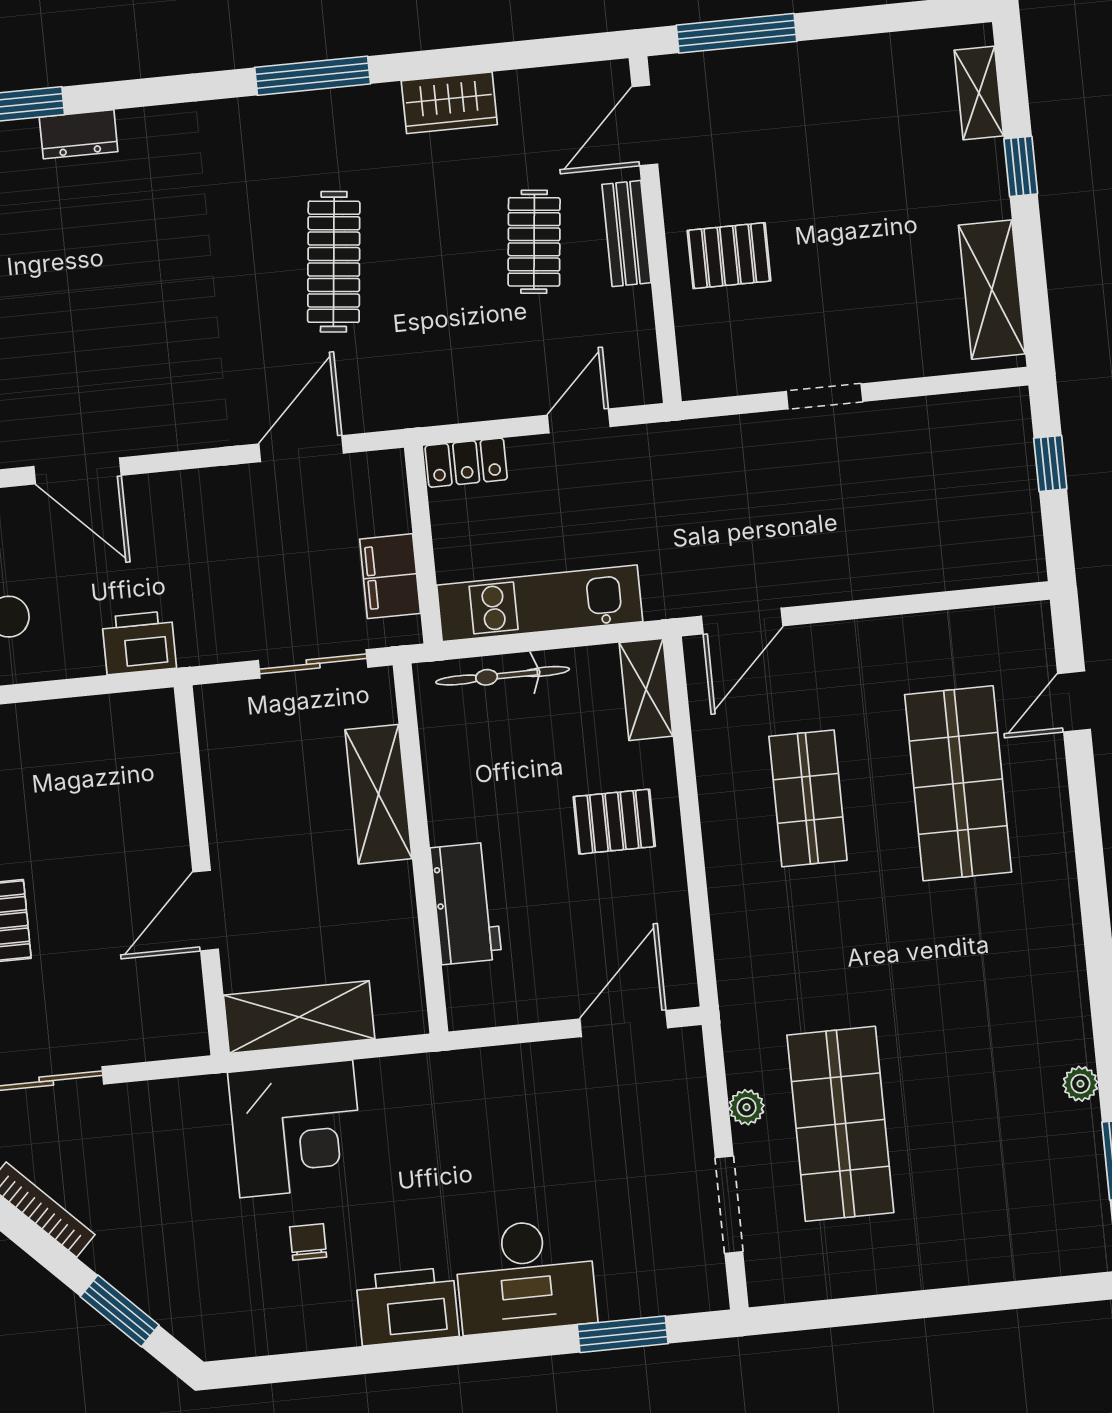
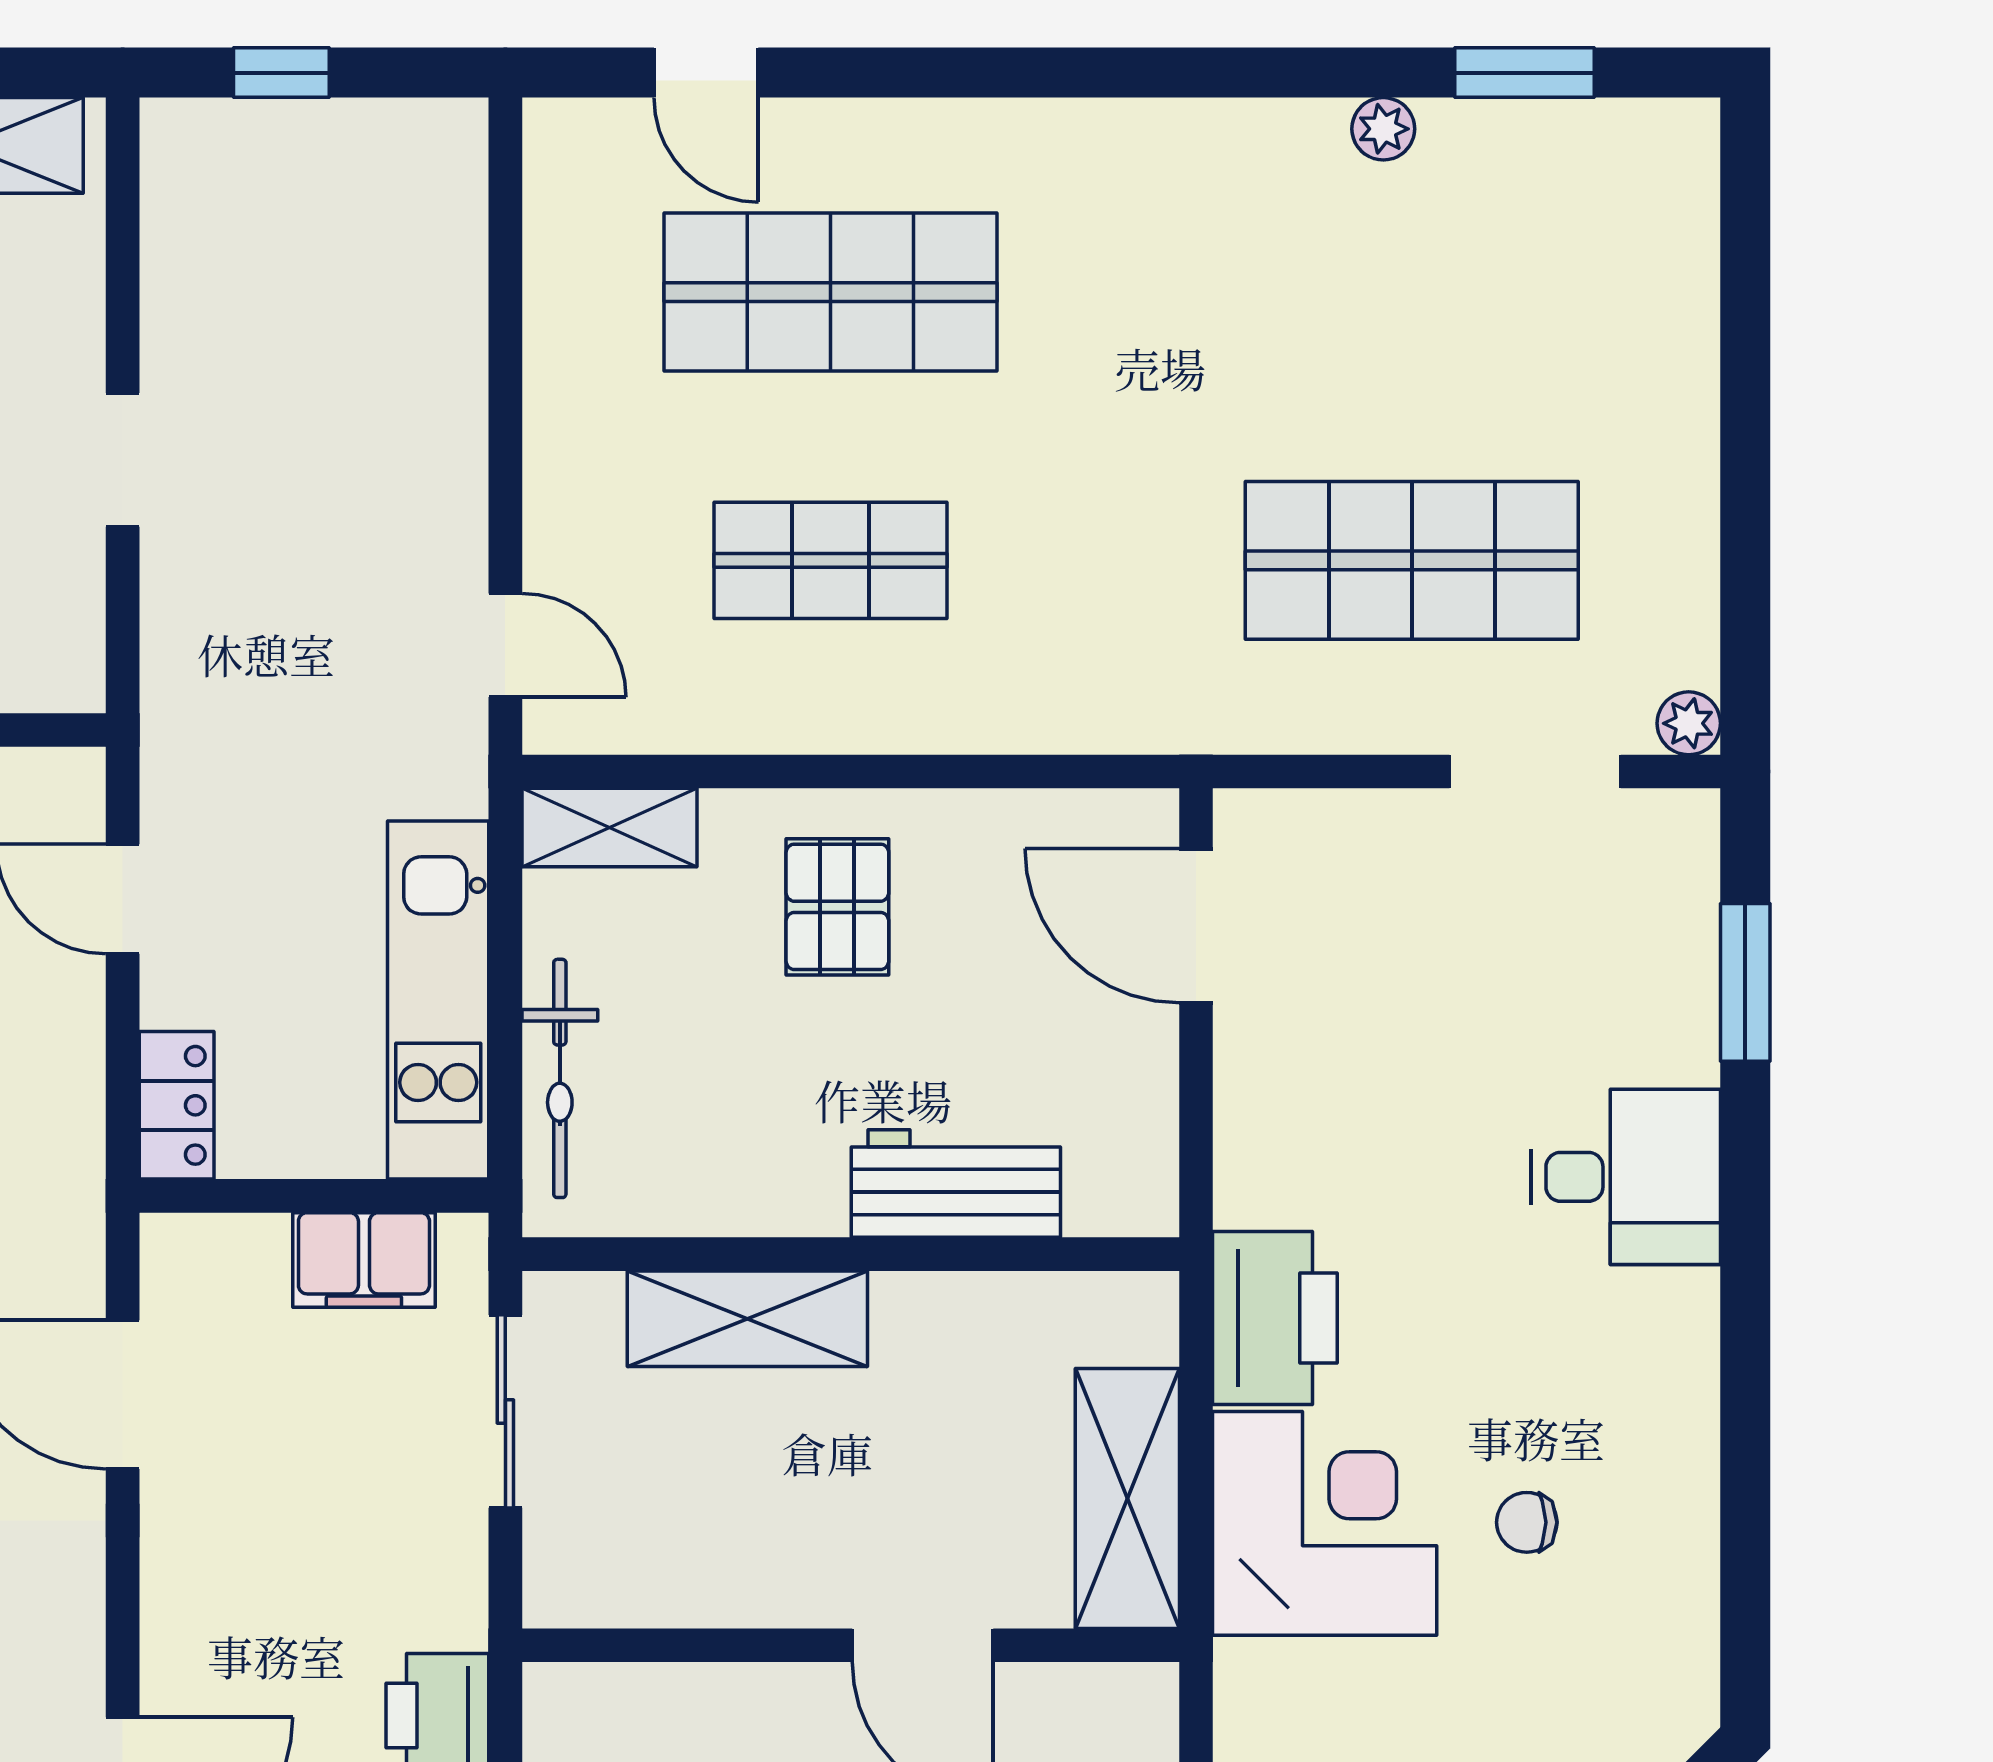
door: (742, 621) -> (505, 645), width x0.73
plant: (747, 1107) -> (1689, 723), moved
desk: (525, 1276) -> (1626, 1177), width x0.73
printer: (407, 1306) -> (1275, 1318), moved, turned 180

